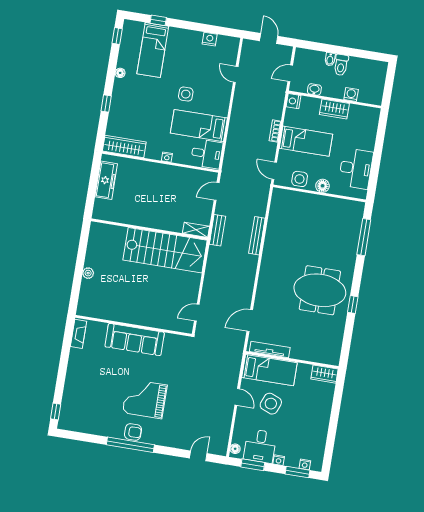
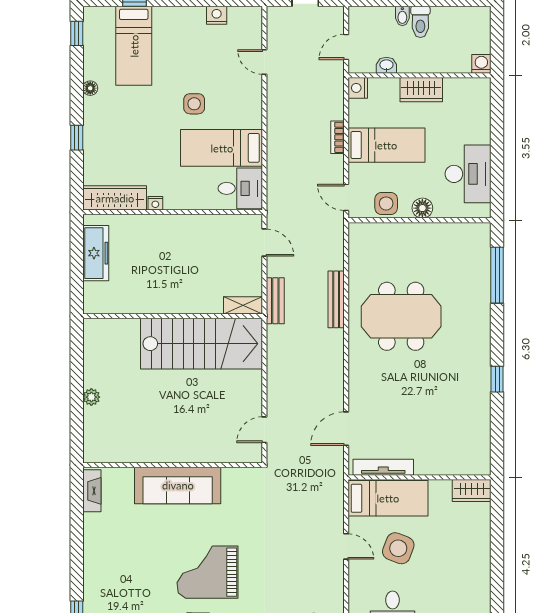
washing machine: (351, 95) -> (481, 64), moved
nightstand: (167, 157) -> (155, 203), moved
door: (217, 191) -> (264, 243), swing flipped
meeting table: (320, 290) -> (401, 316), moved

